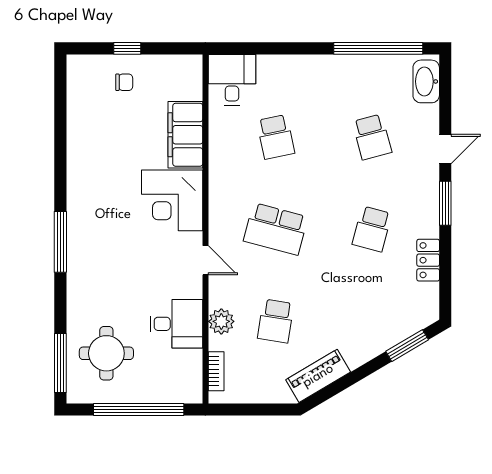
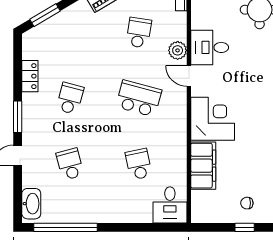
plant: (221, 321) -> (178, 50), moved
desk: (176, 324) -> (210, 47), moved

